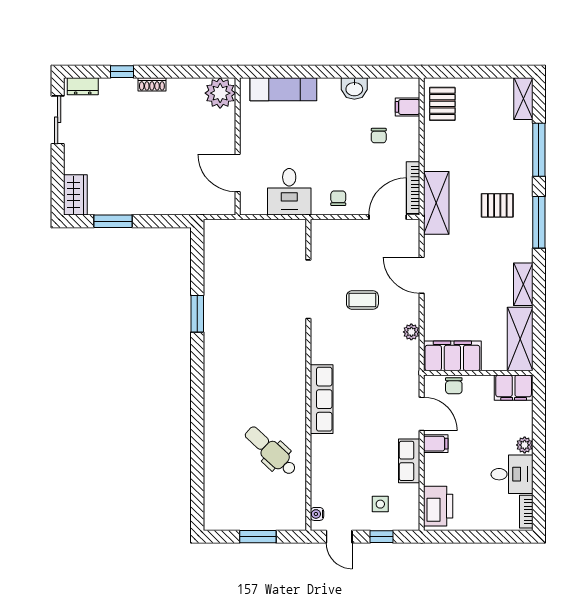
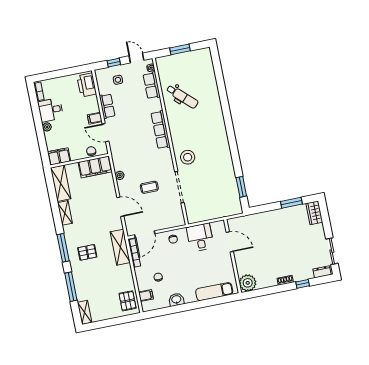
window: (197, 314) -> (241, 187), moved
stool: (283, 340) -> (188, 157), added
row of seats: (322, 482) -> (152, 85), added

